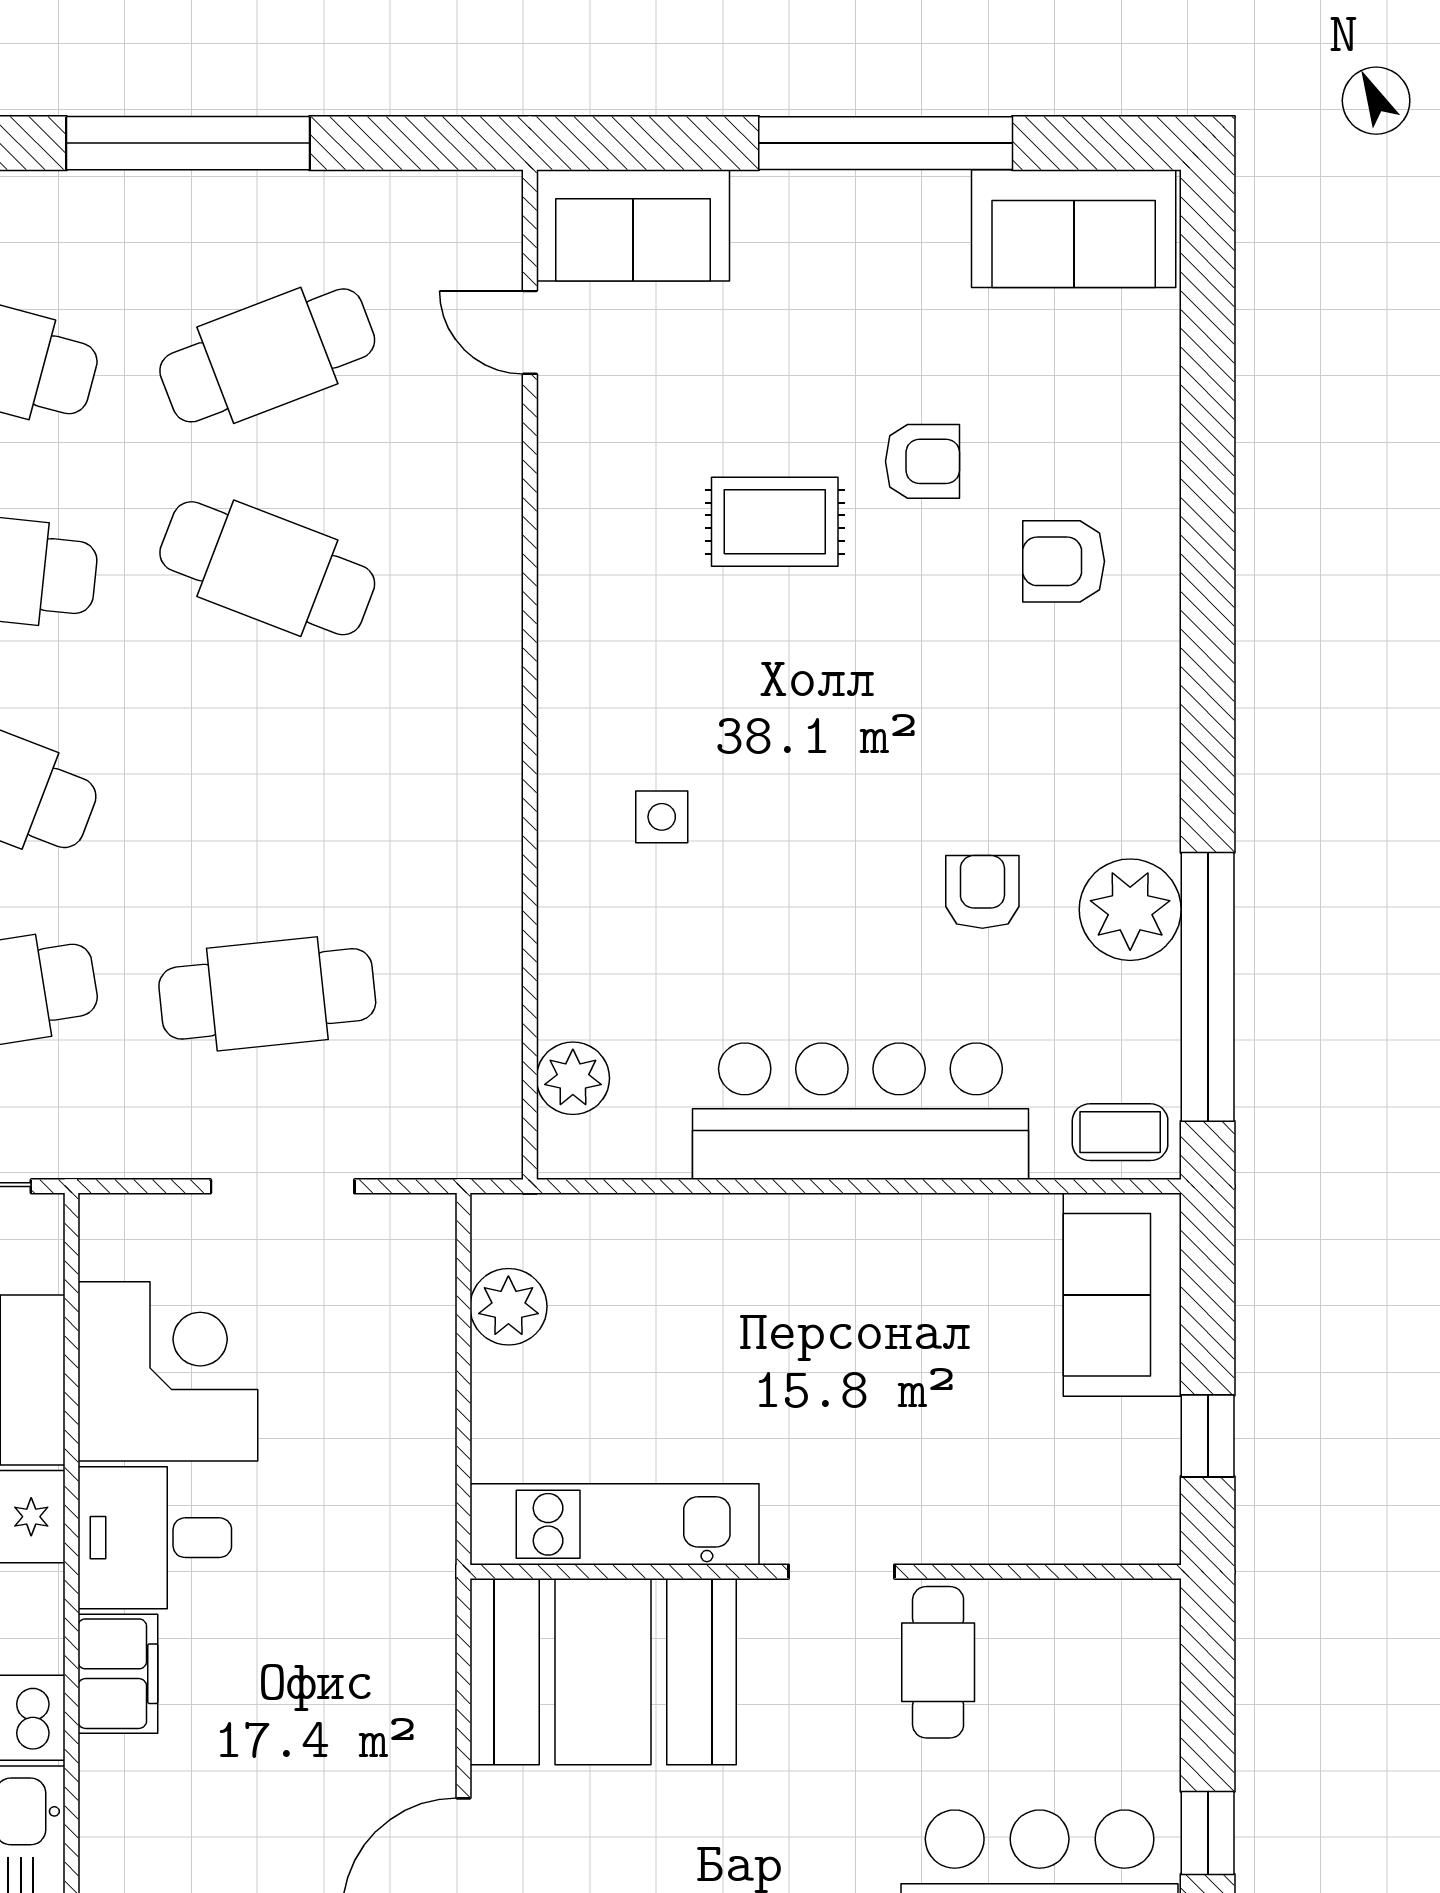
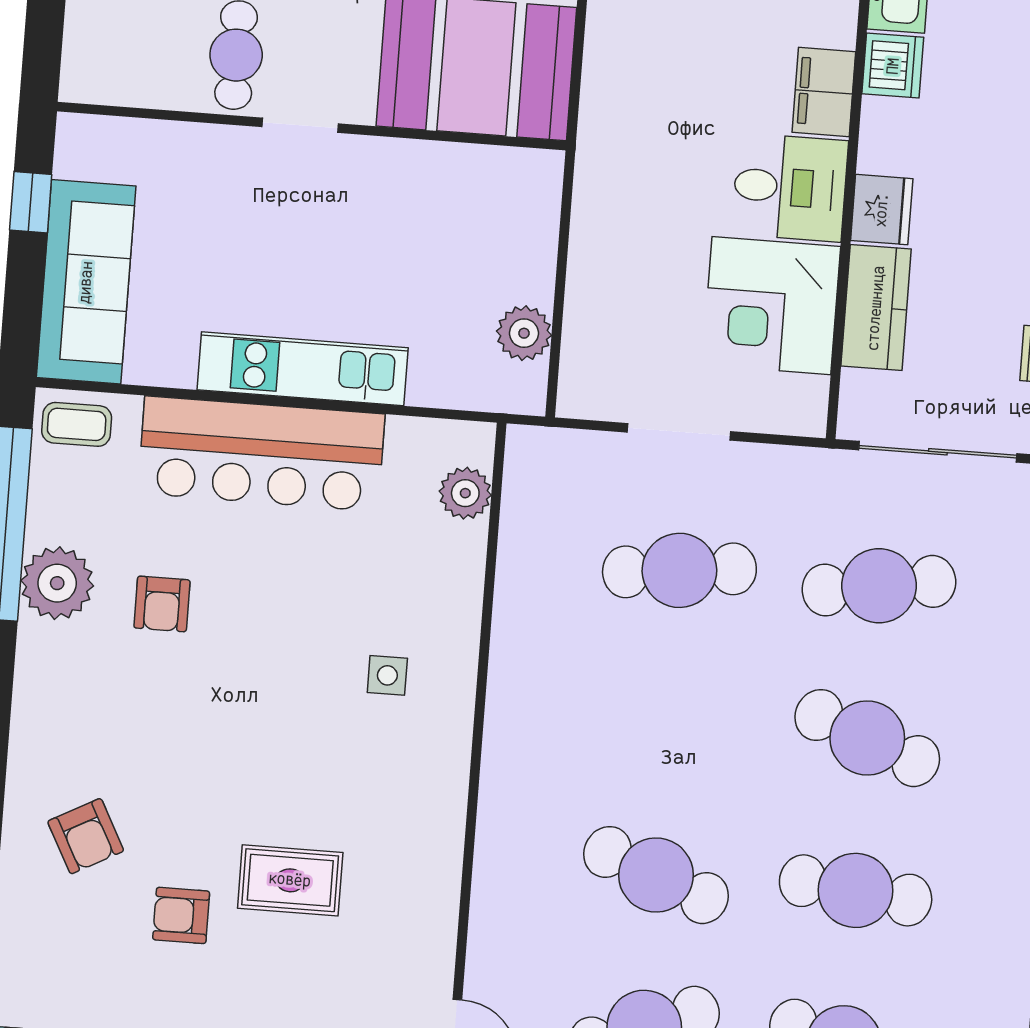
armchair: (1064, 561) -> (86, 836), turned 62
sofa: (1122, 1295) -> (86, 282), width x1.36
kitchen unit: (614, 1524) -> (303, 369), moved, turned 180

